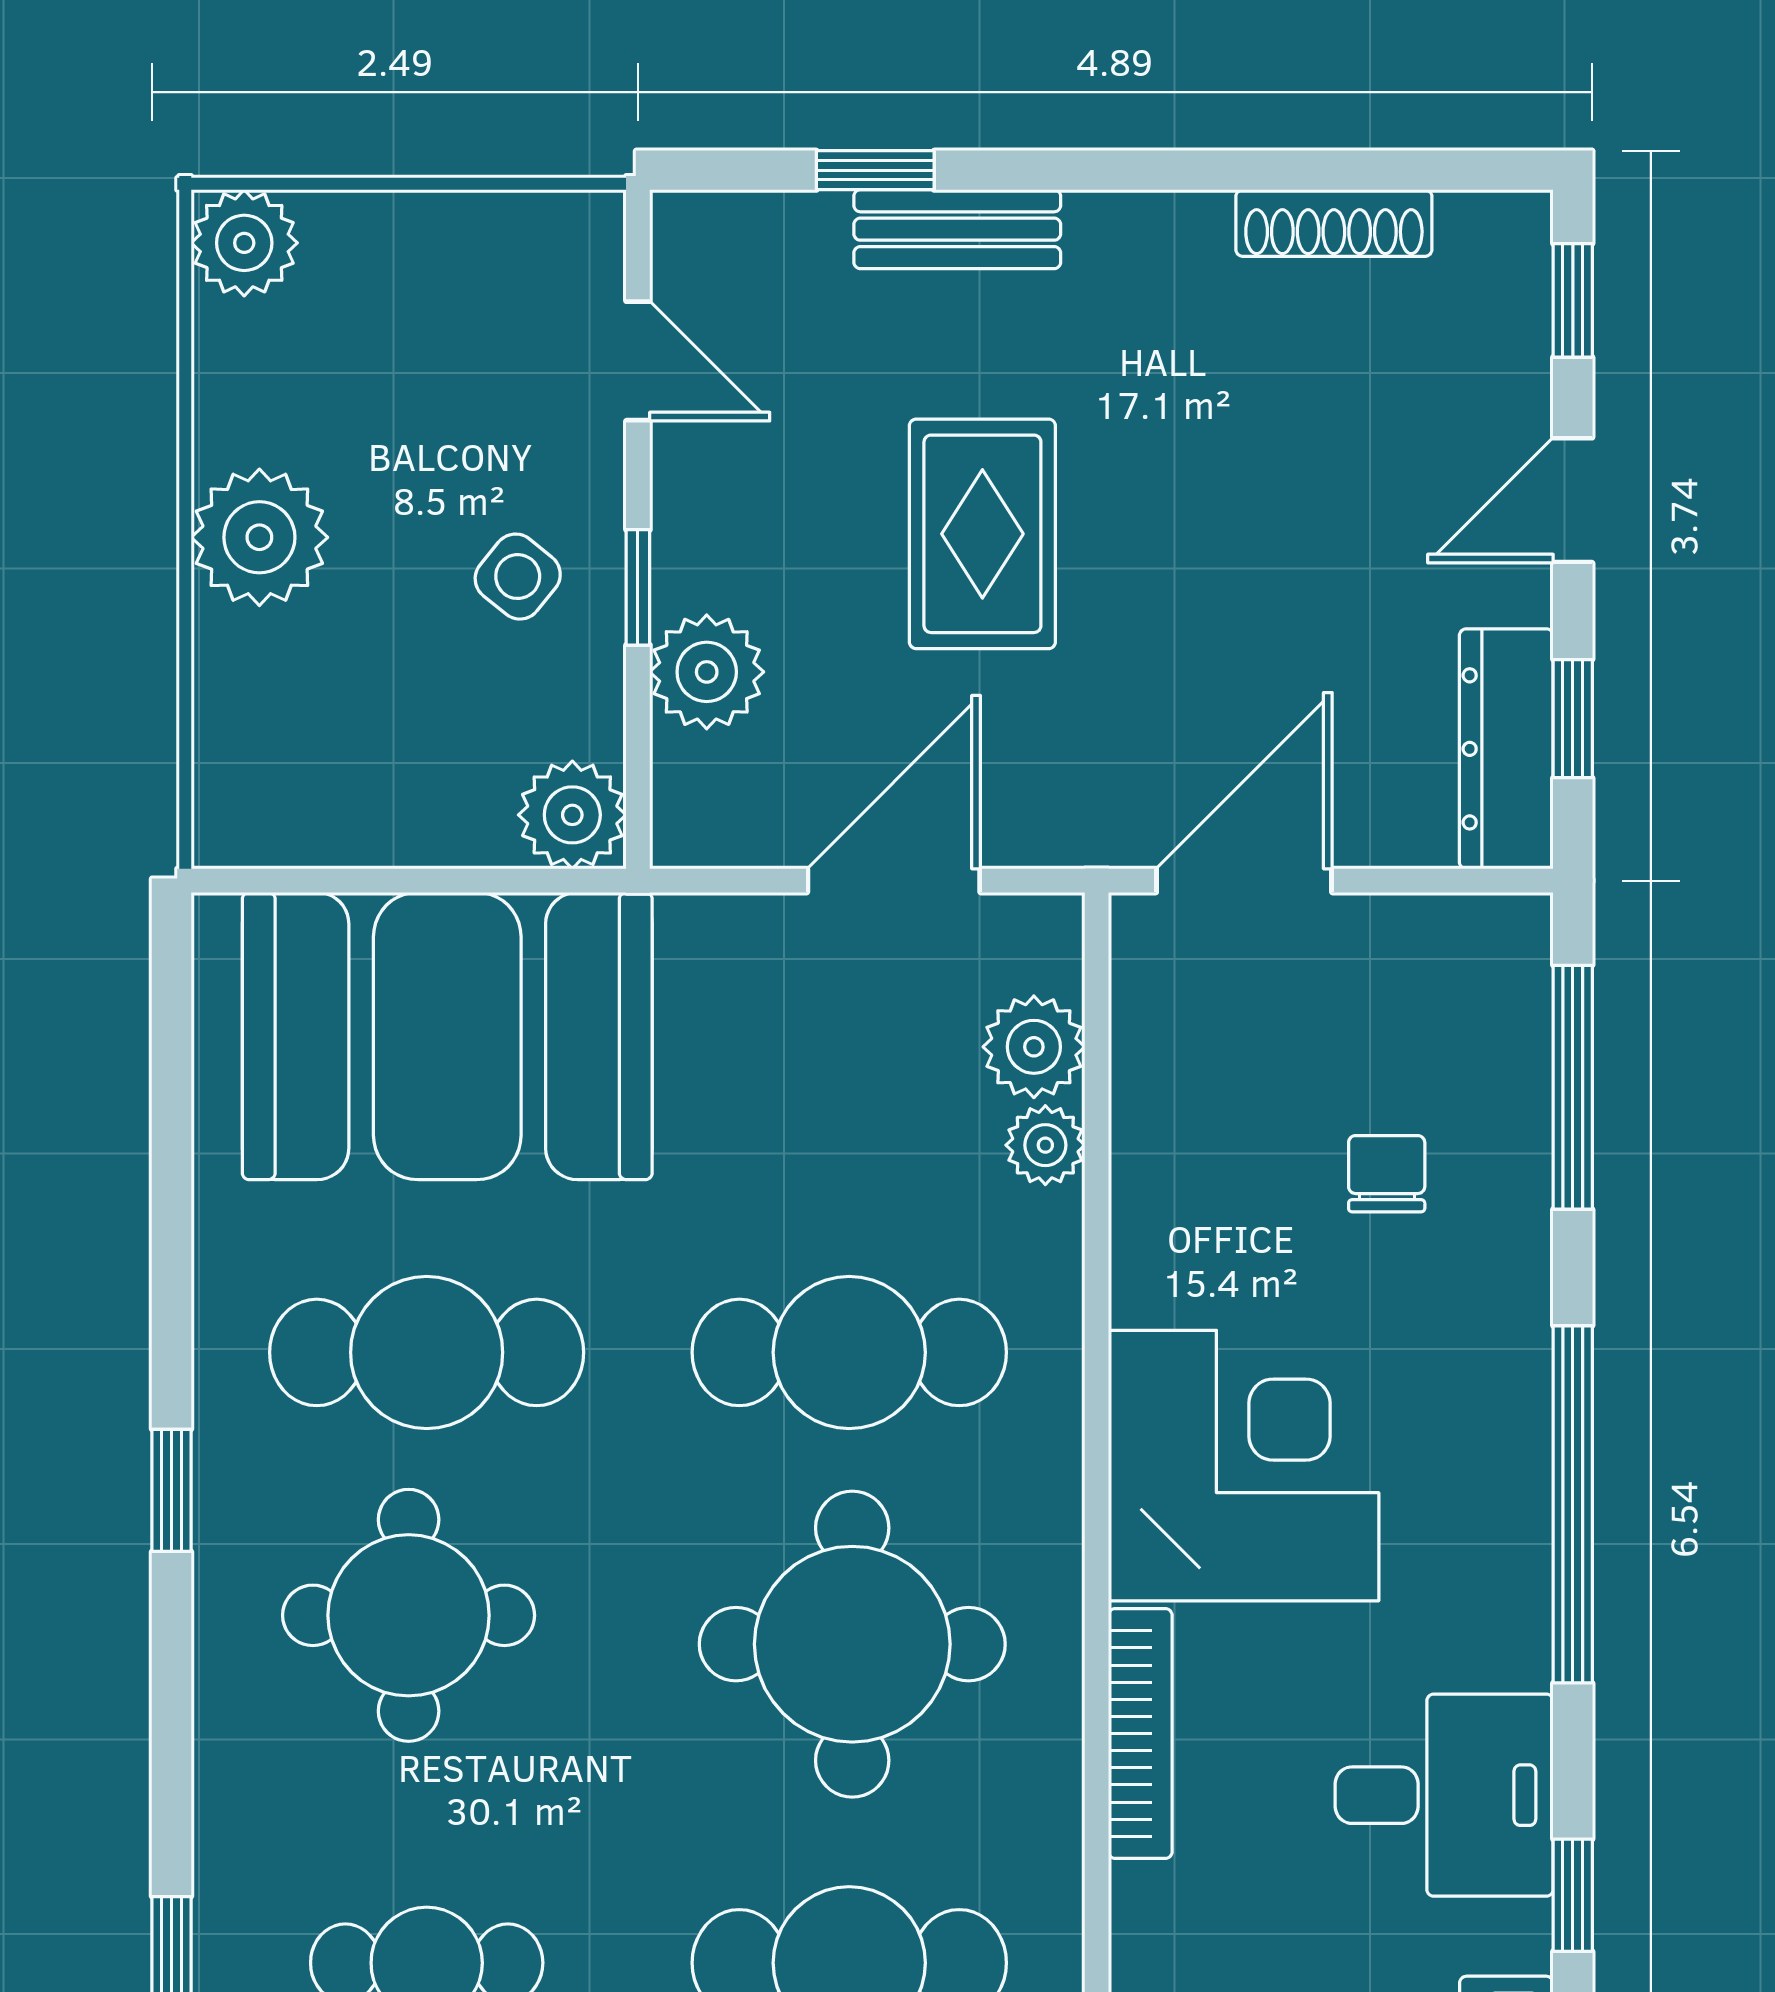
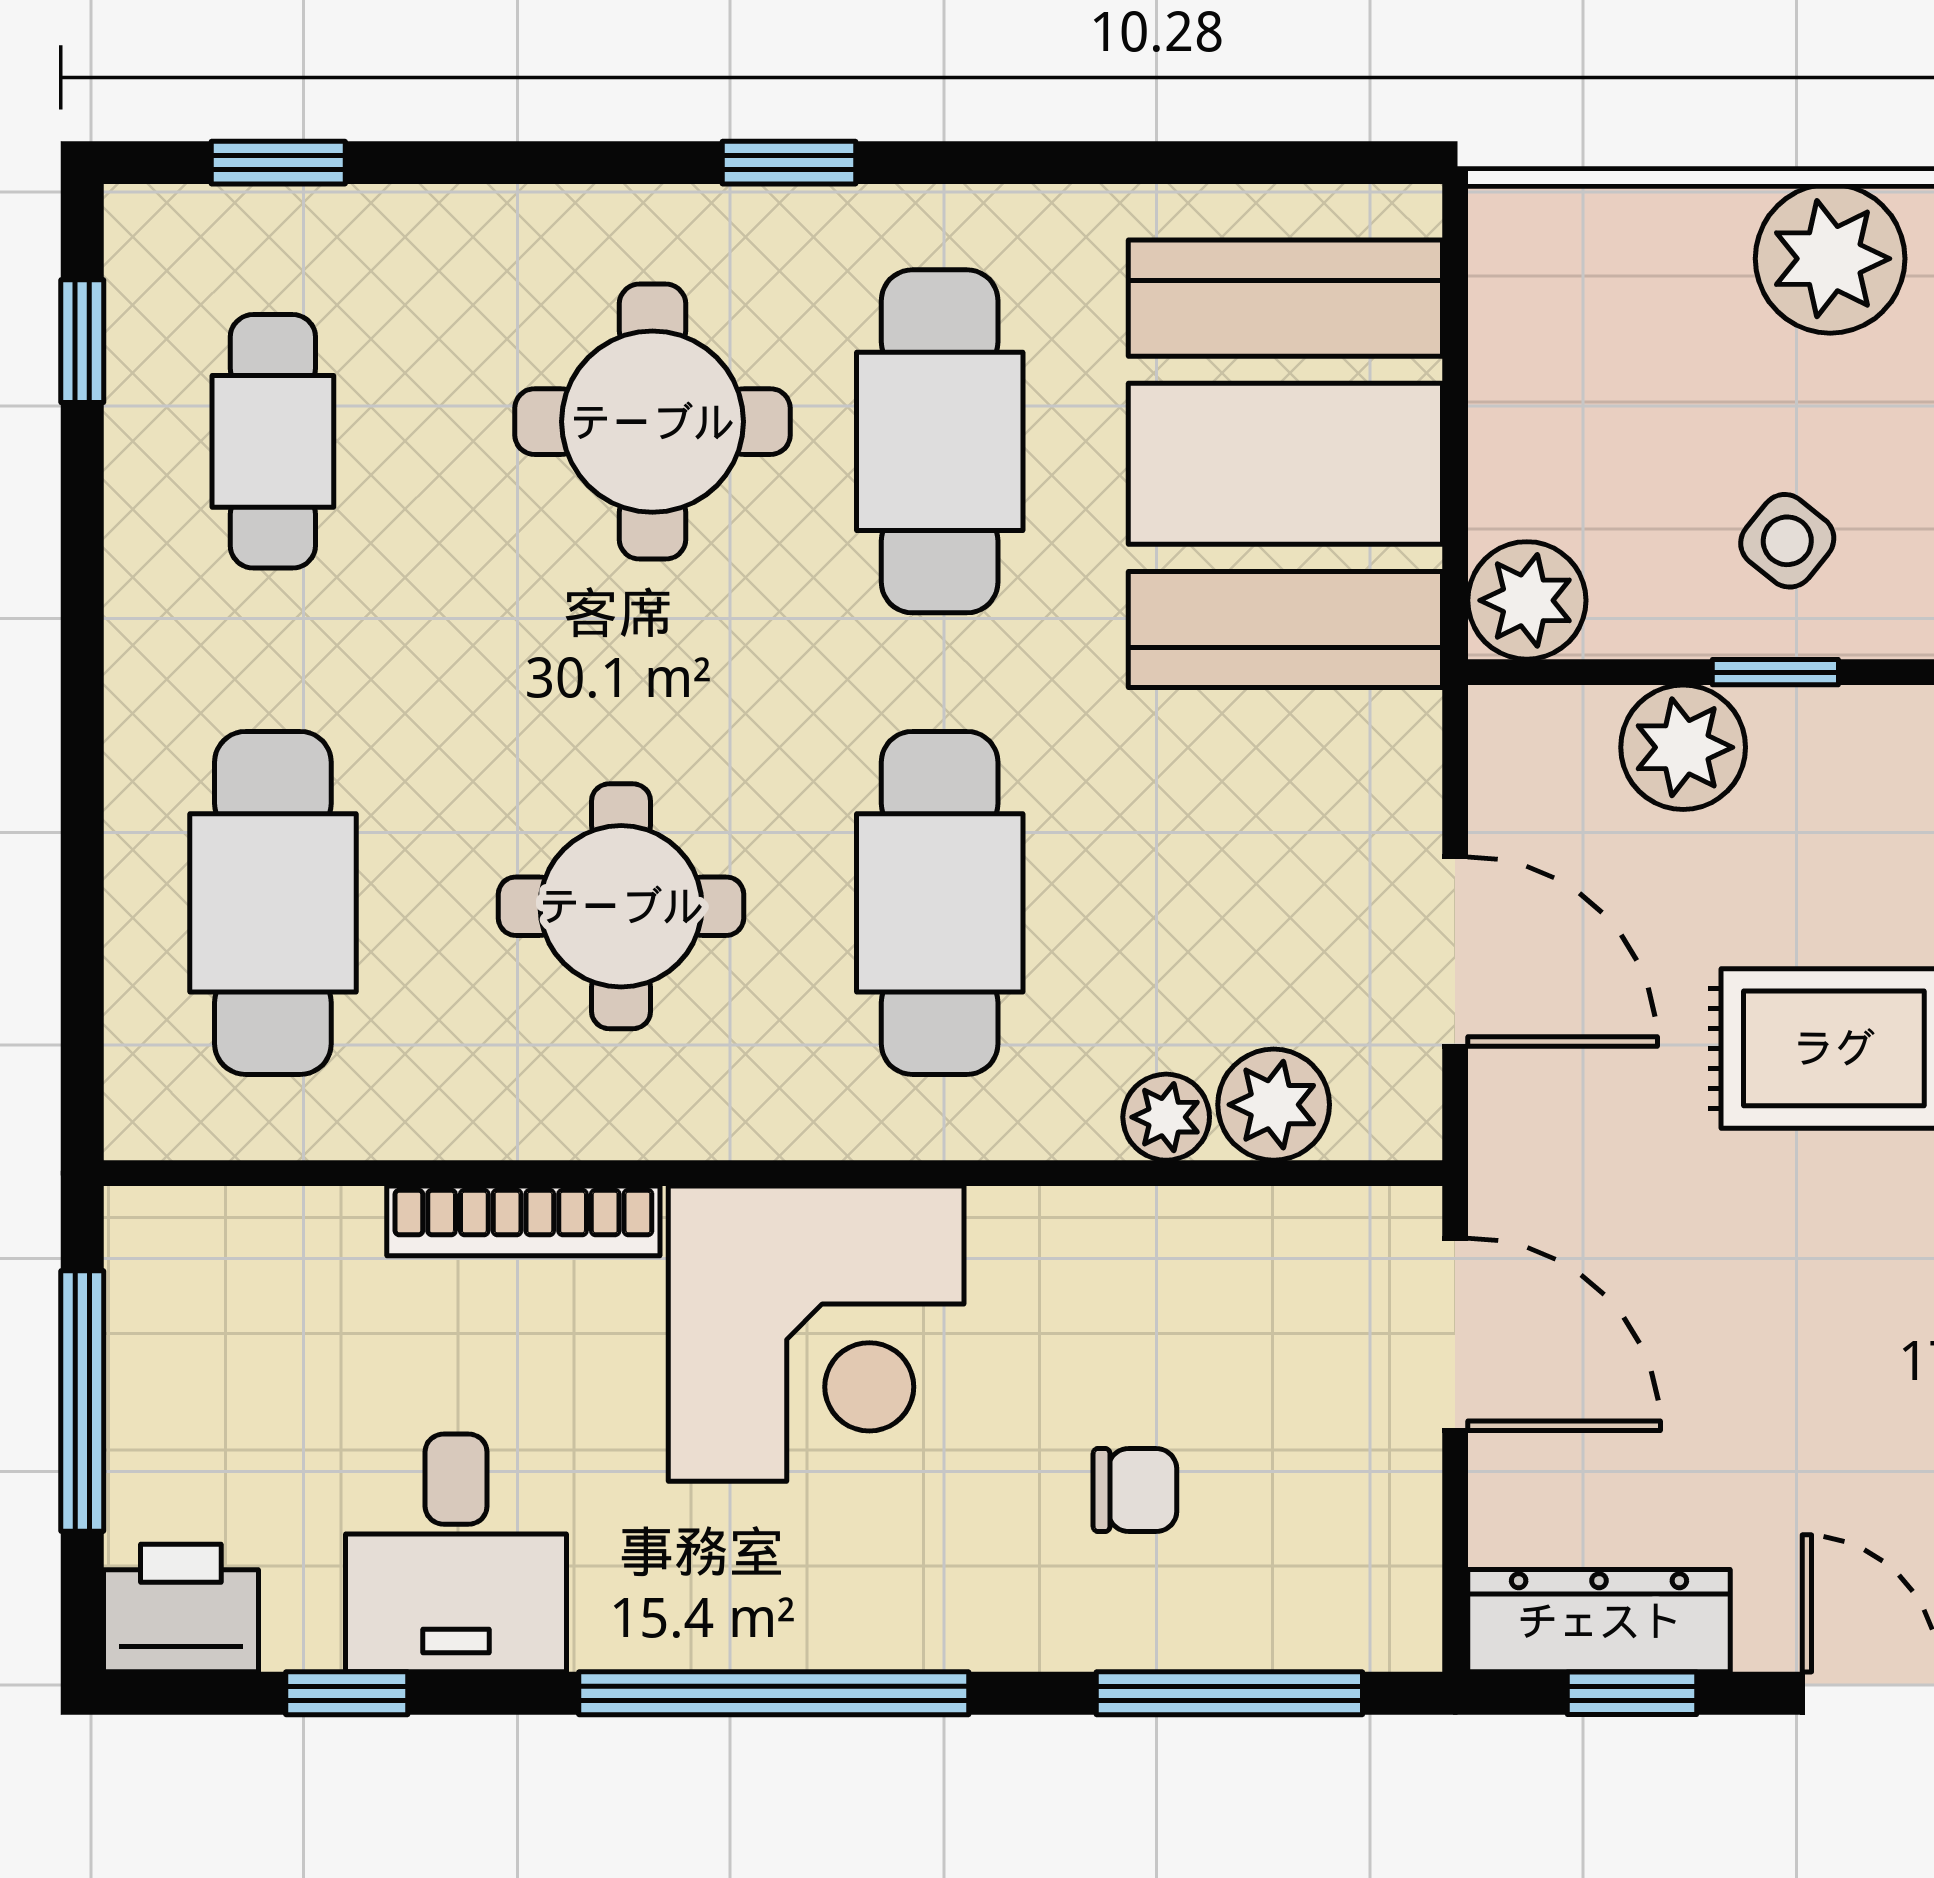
round table: (852, 1644) -> (621, 906), width x0.73, depth x0.73

